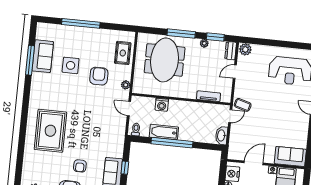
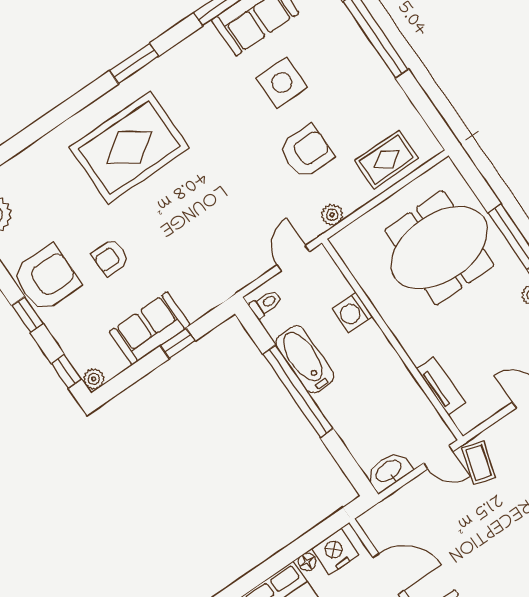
window: (25, 107) -> (134, 64), added

